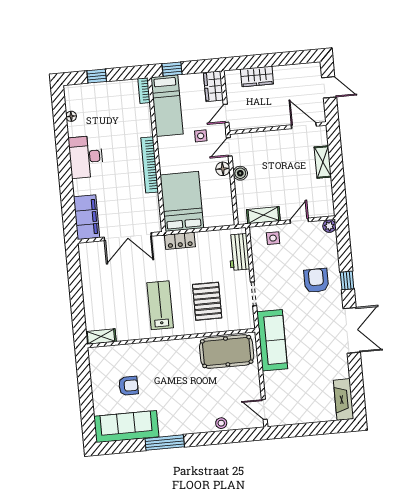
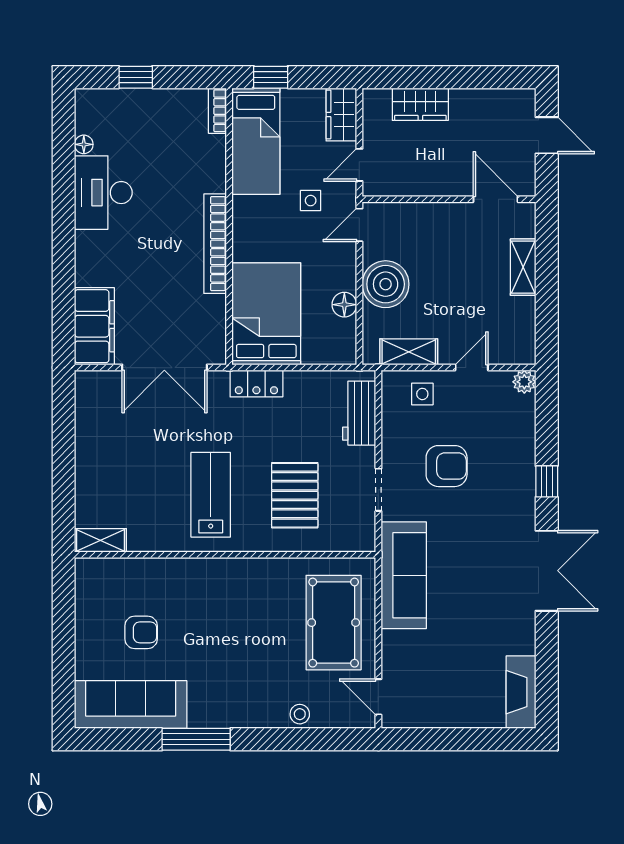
desk: (86, 157) -> (103, 193), moved
floor lamp: (223, 169) -> (344, 305), moved
boiler: (240, 173) -> (386, 284), width x1.86, depth x1.86
armchair: (316, 280) -> (447, 466), moved, turned 90
pool table: (227, 352) -> (334, 623), moved, turned 90

